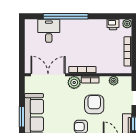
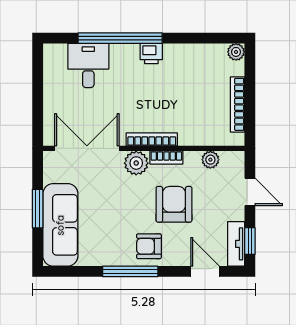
printer: (113, 24) -> (151, 54), moved
window: (22, 117) -> (38, 209), moved

